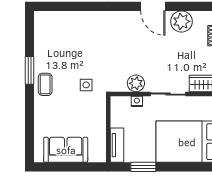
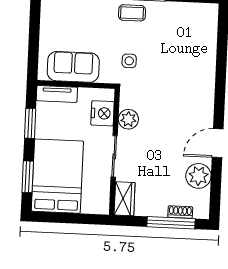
nightstand: (137, 101) -> (102, 113), width x1.89, depth x1.79
sofa: (66, 150) -> (73, 67), moved, turned -90
window: (189, 167) -> (28, 177), added

